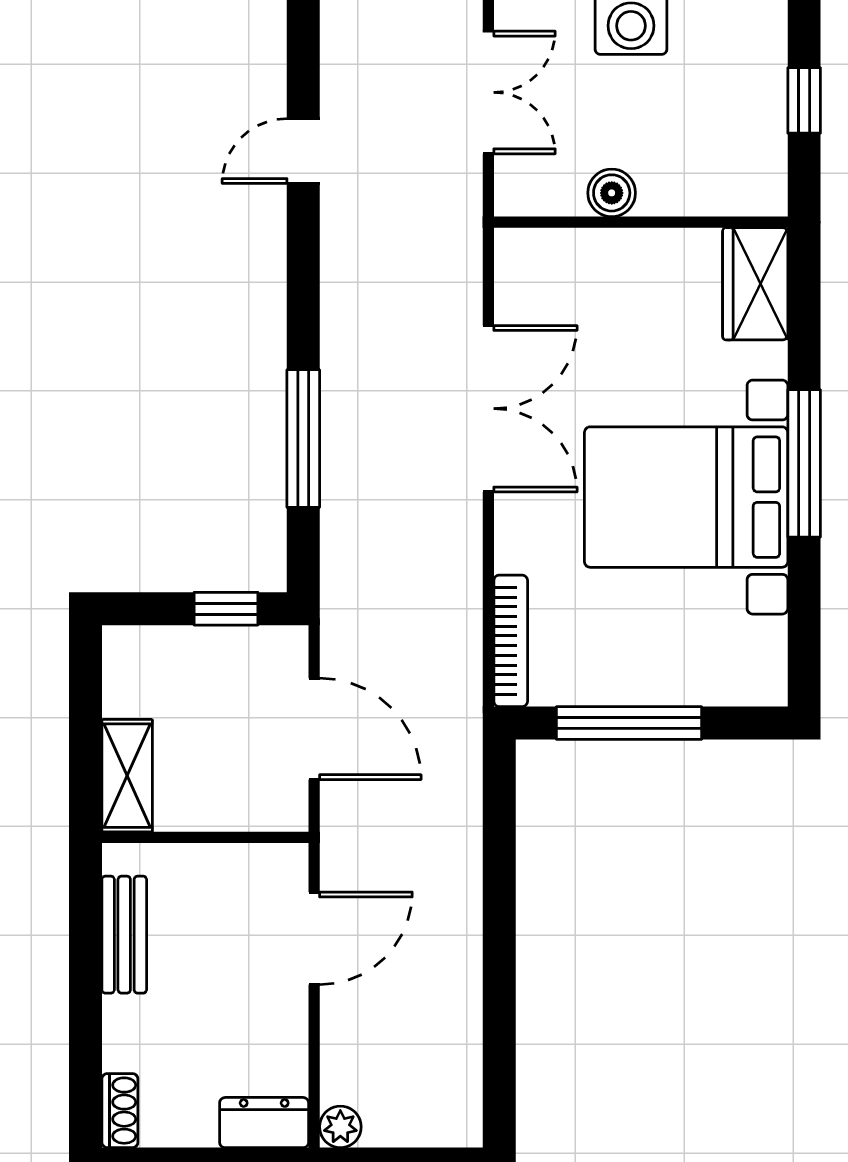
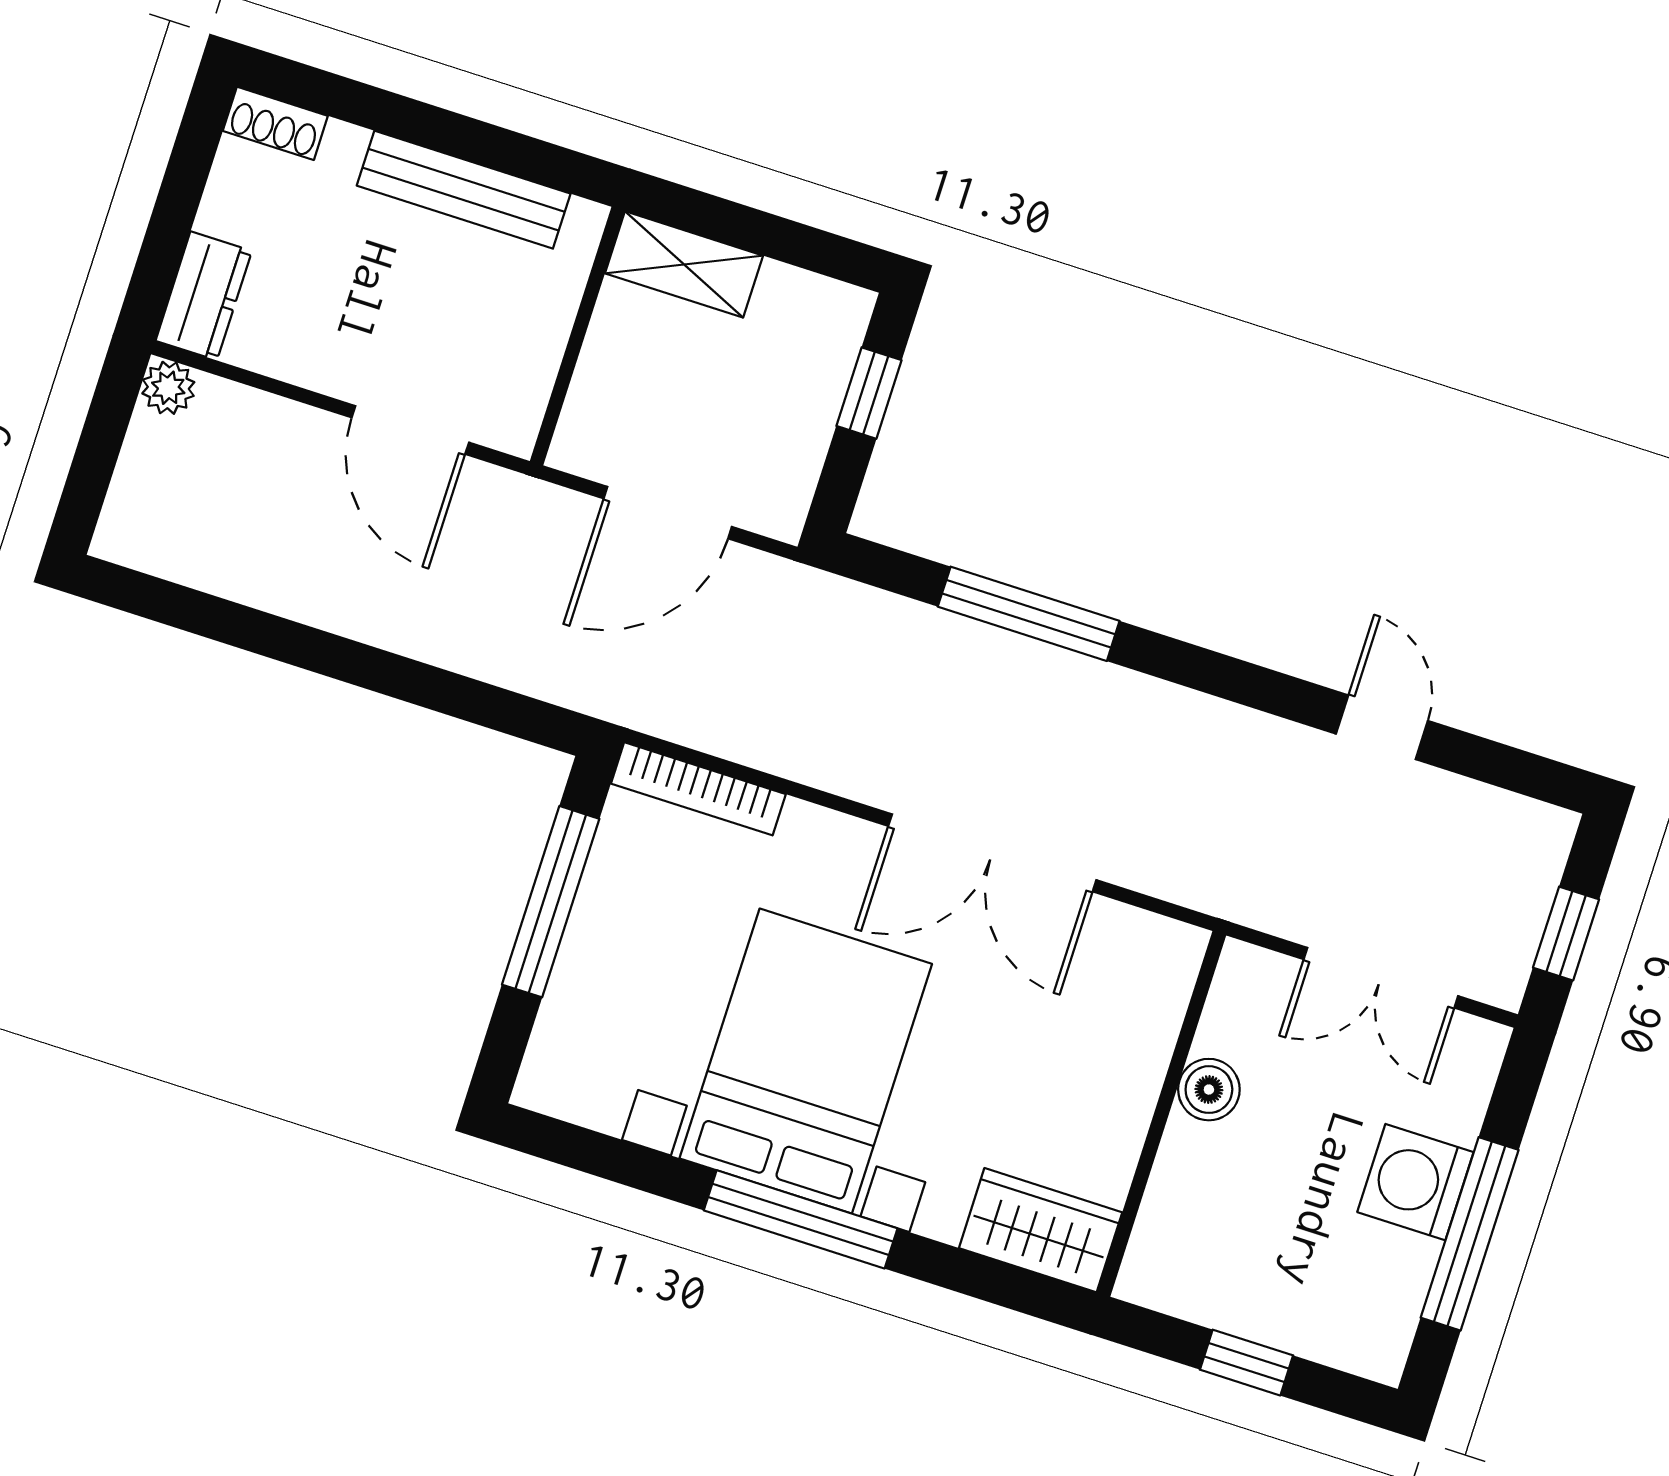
window: (226, 609) -> (869, 393), moved
bench: (124, 935) -> (464, 190), width x1.36

